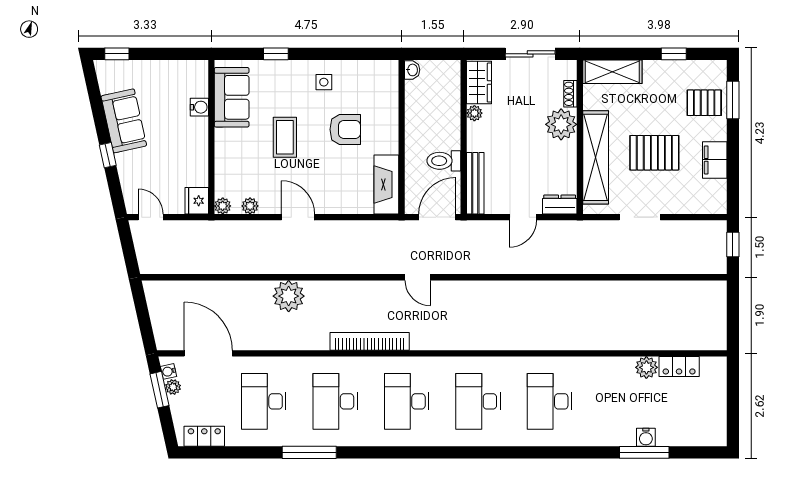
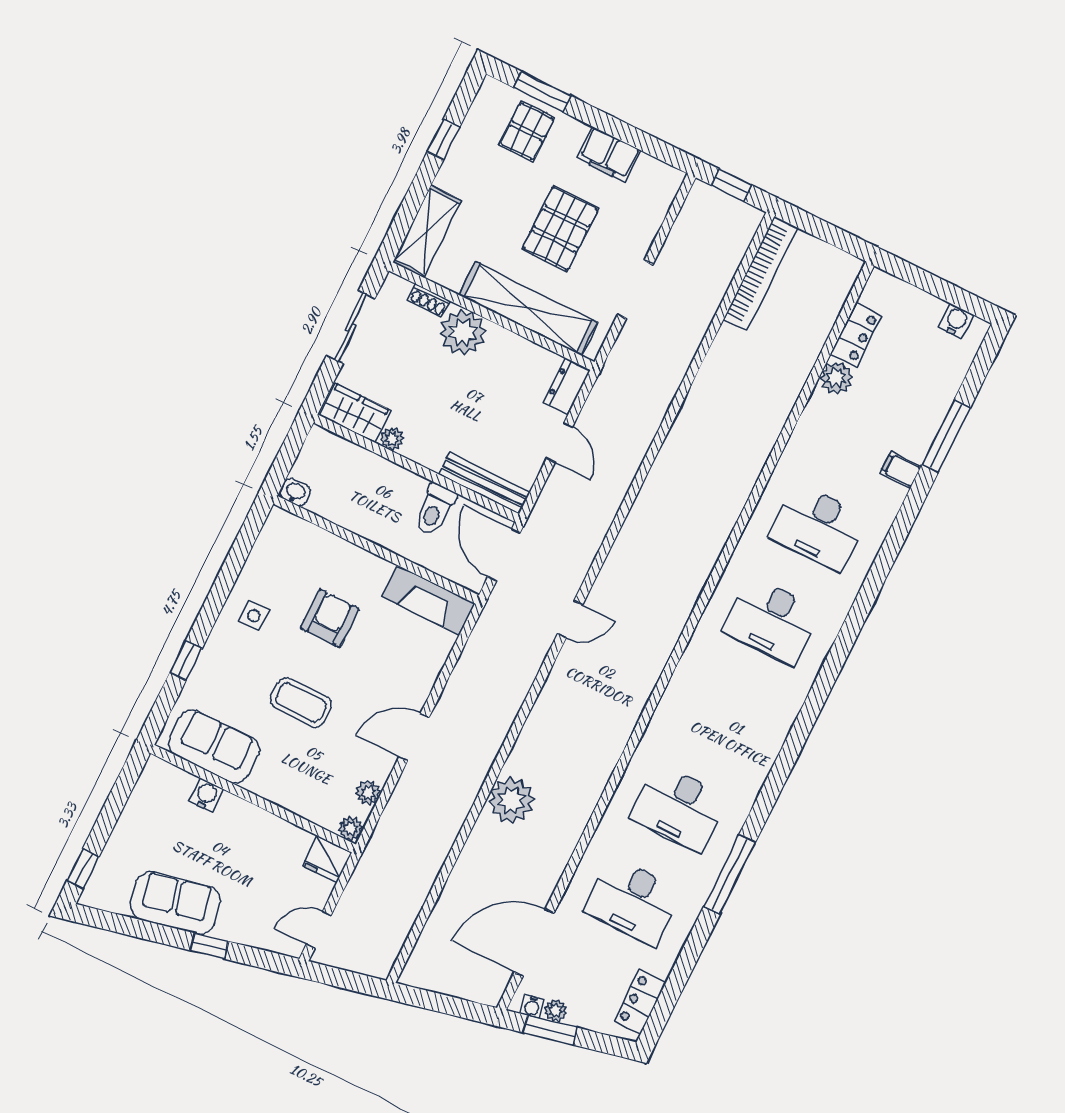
bookcase: (370, 341) -> (760, 274), moved, turned 180
desk: (407, 401) -> (726, 714), removed
filing cabinet: (610, 435) -> (901, 470), added
water cooler: (646, 437) -> (956, 321), moved, turned -90

